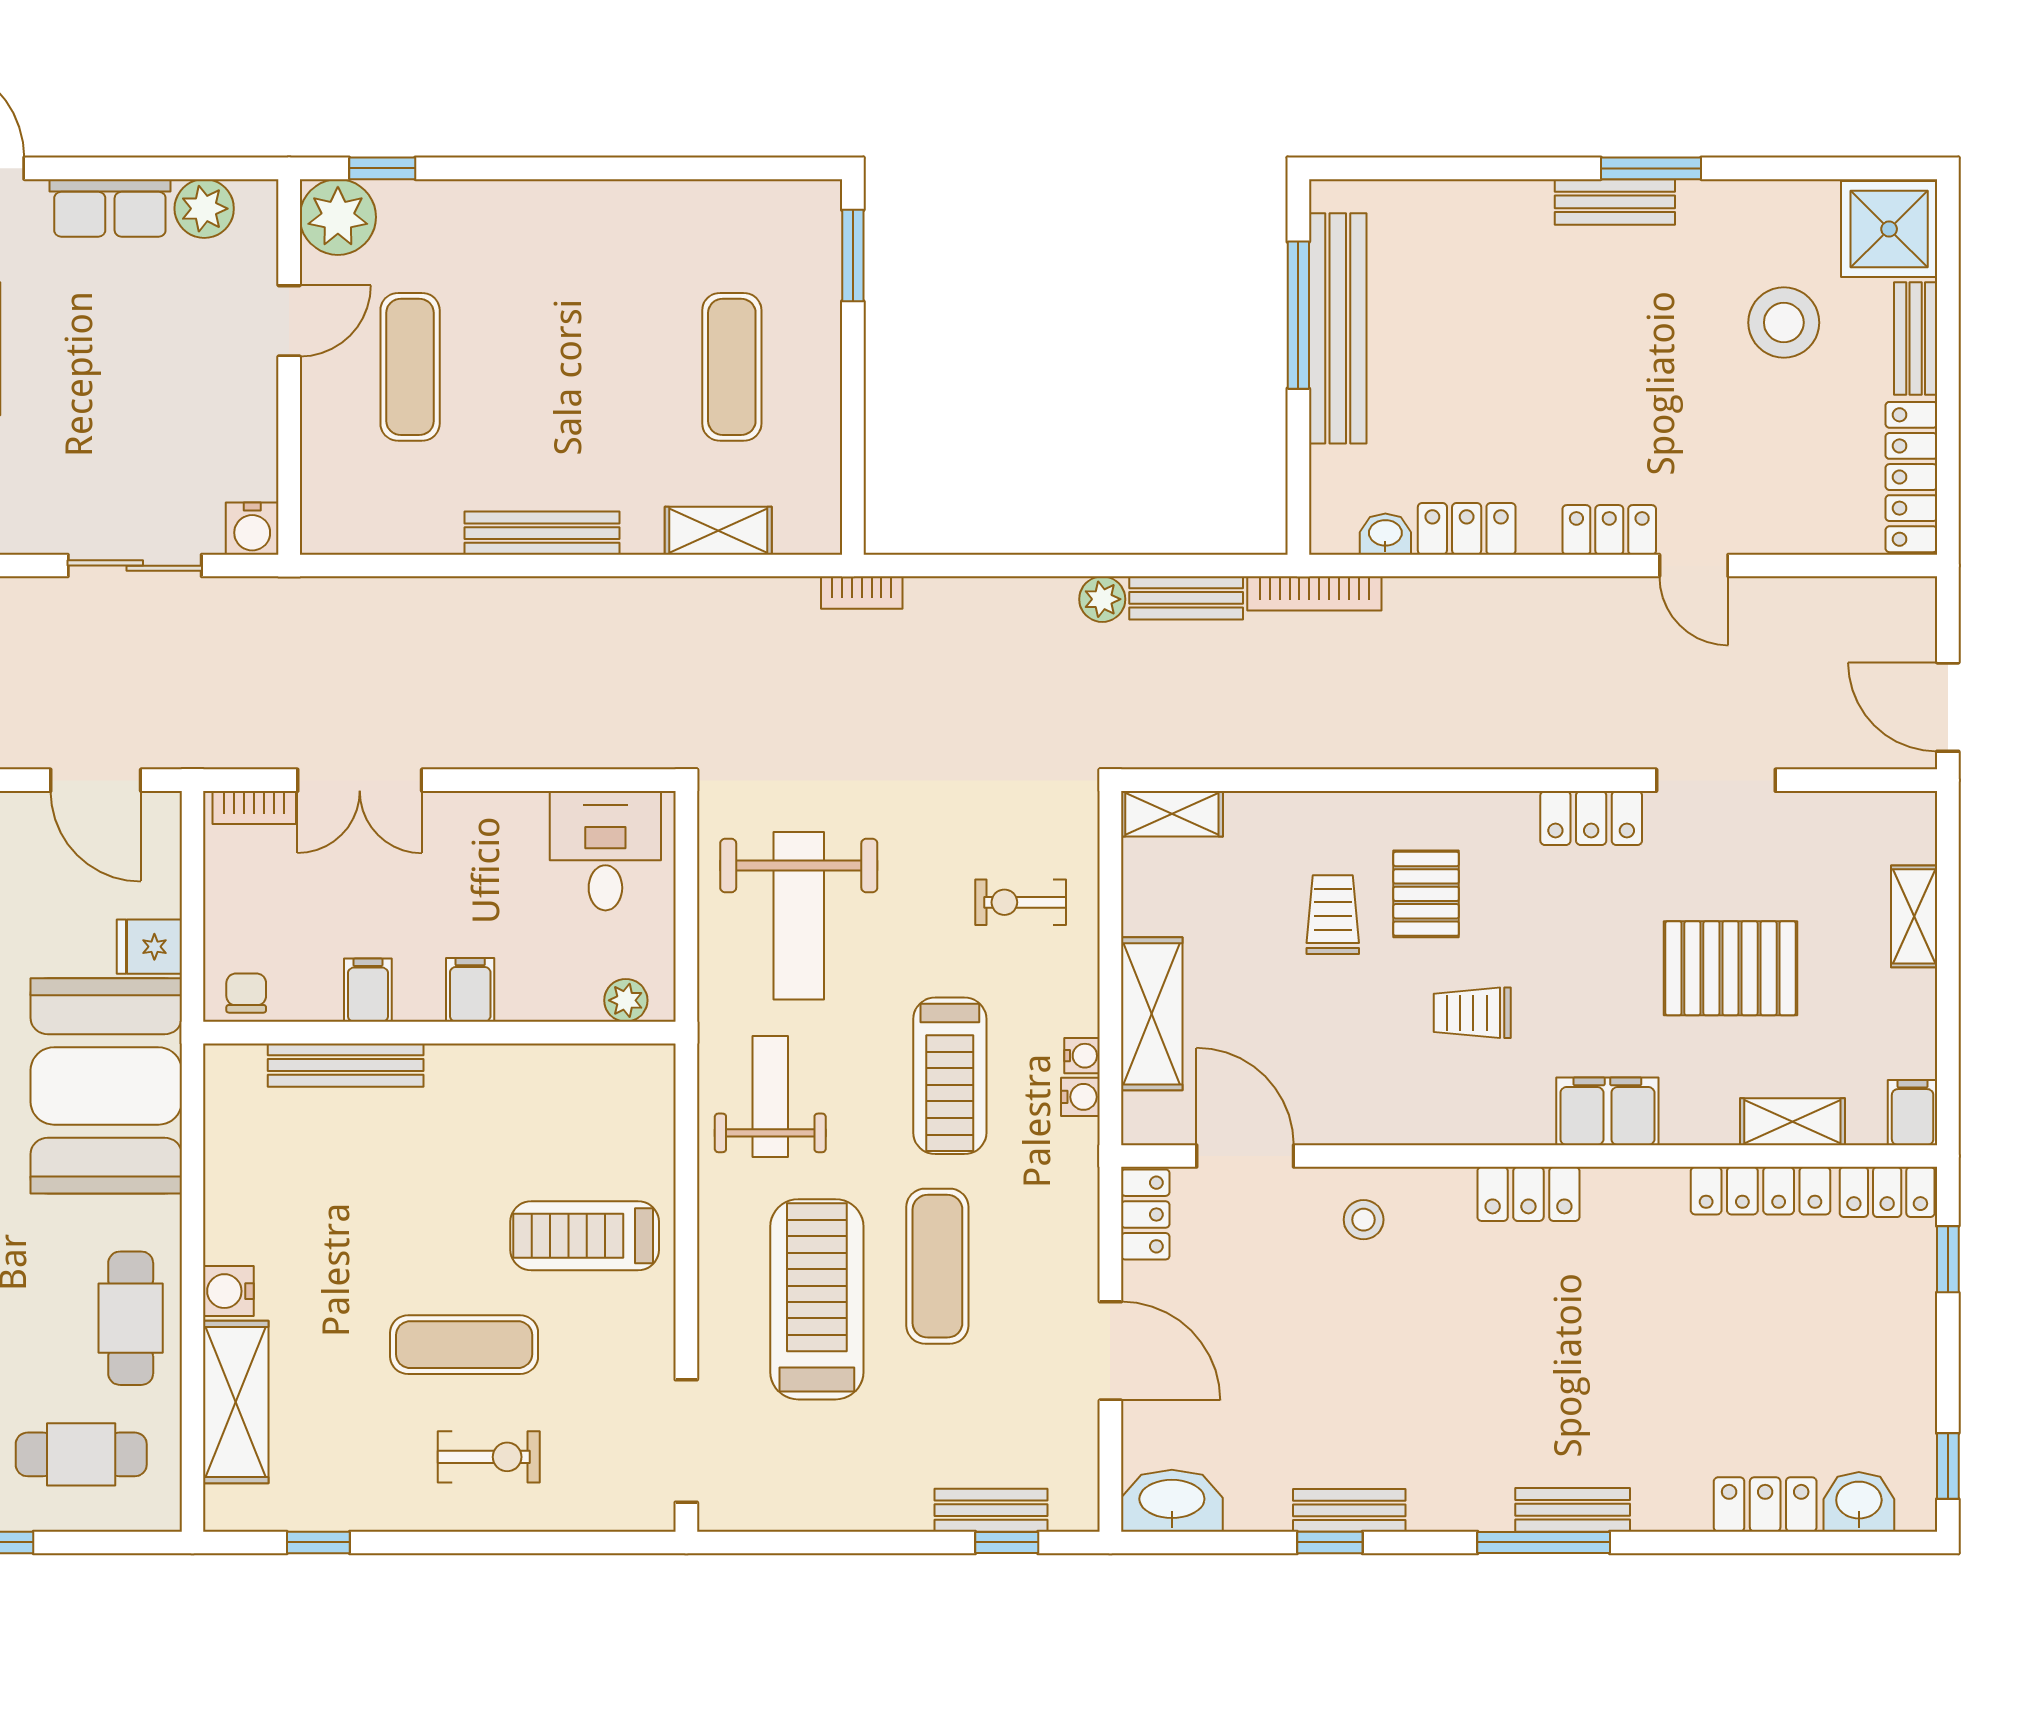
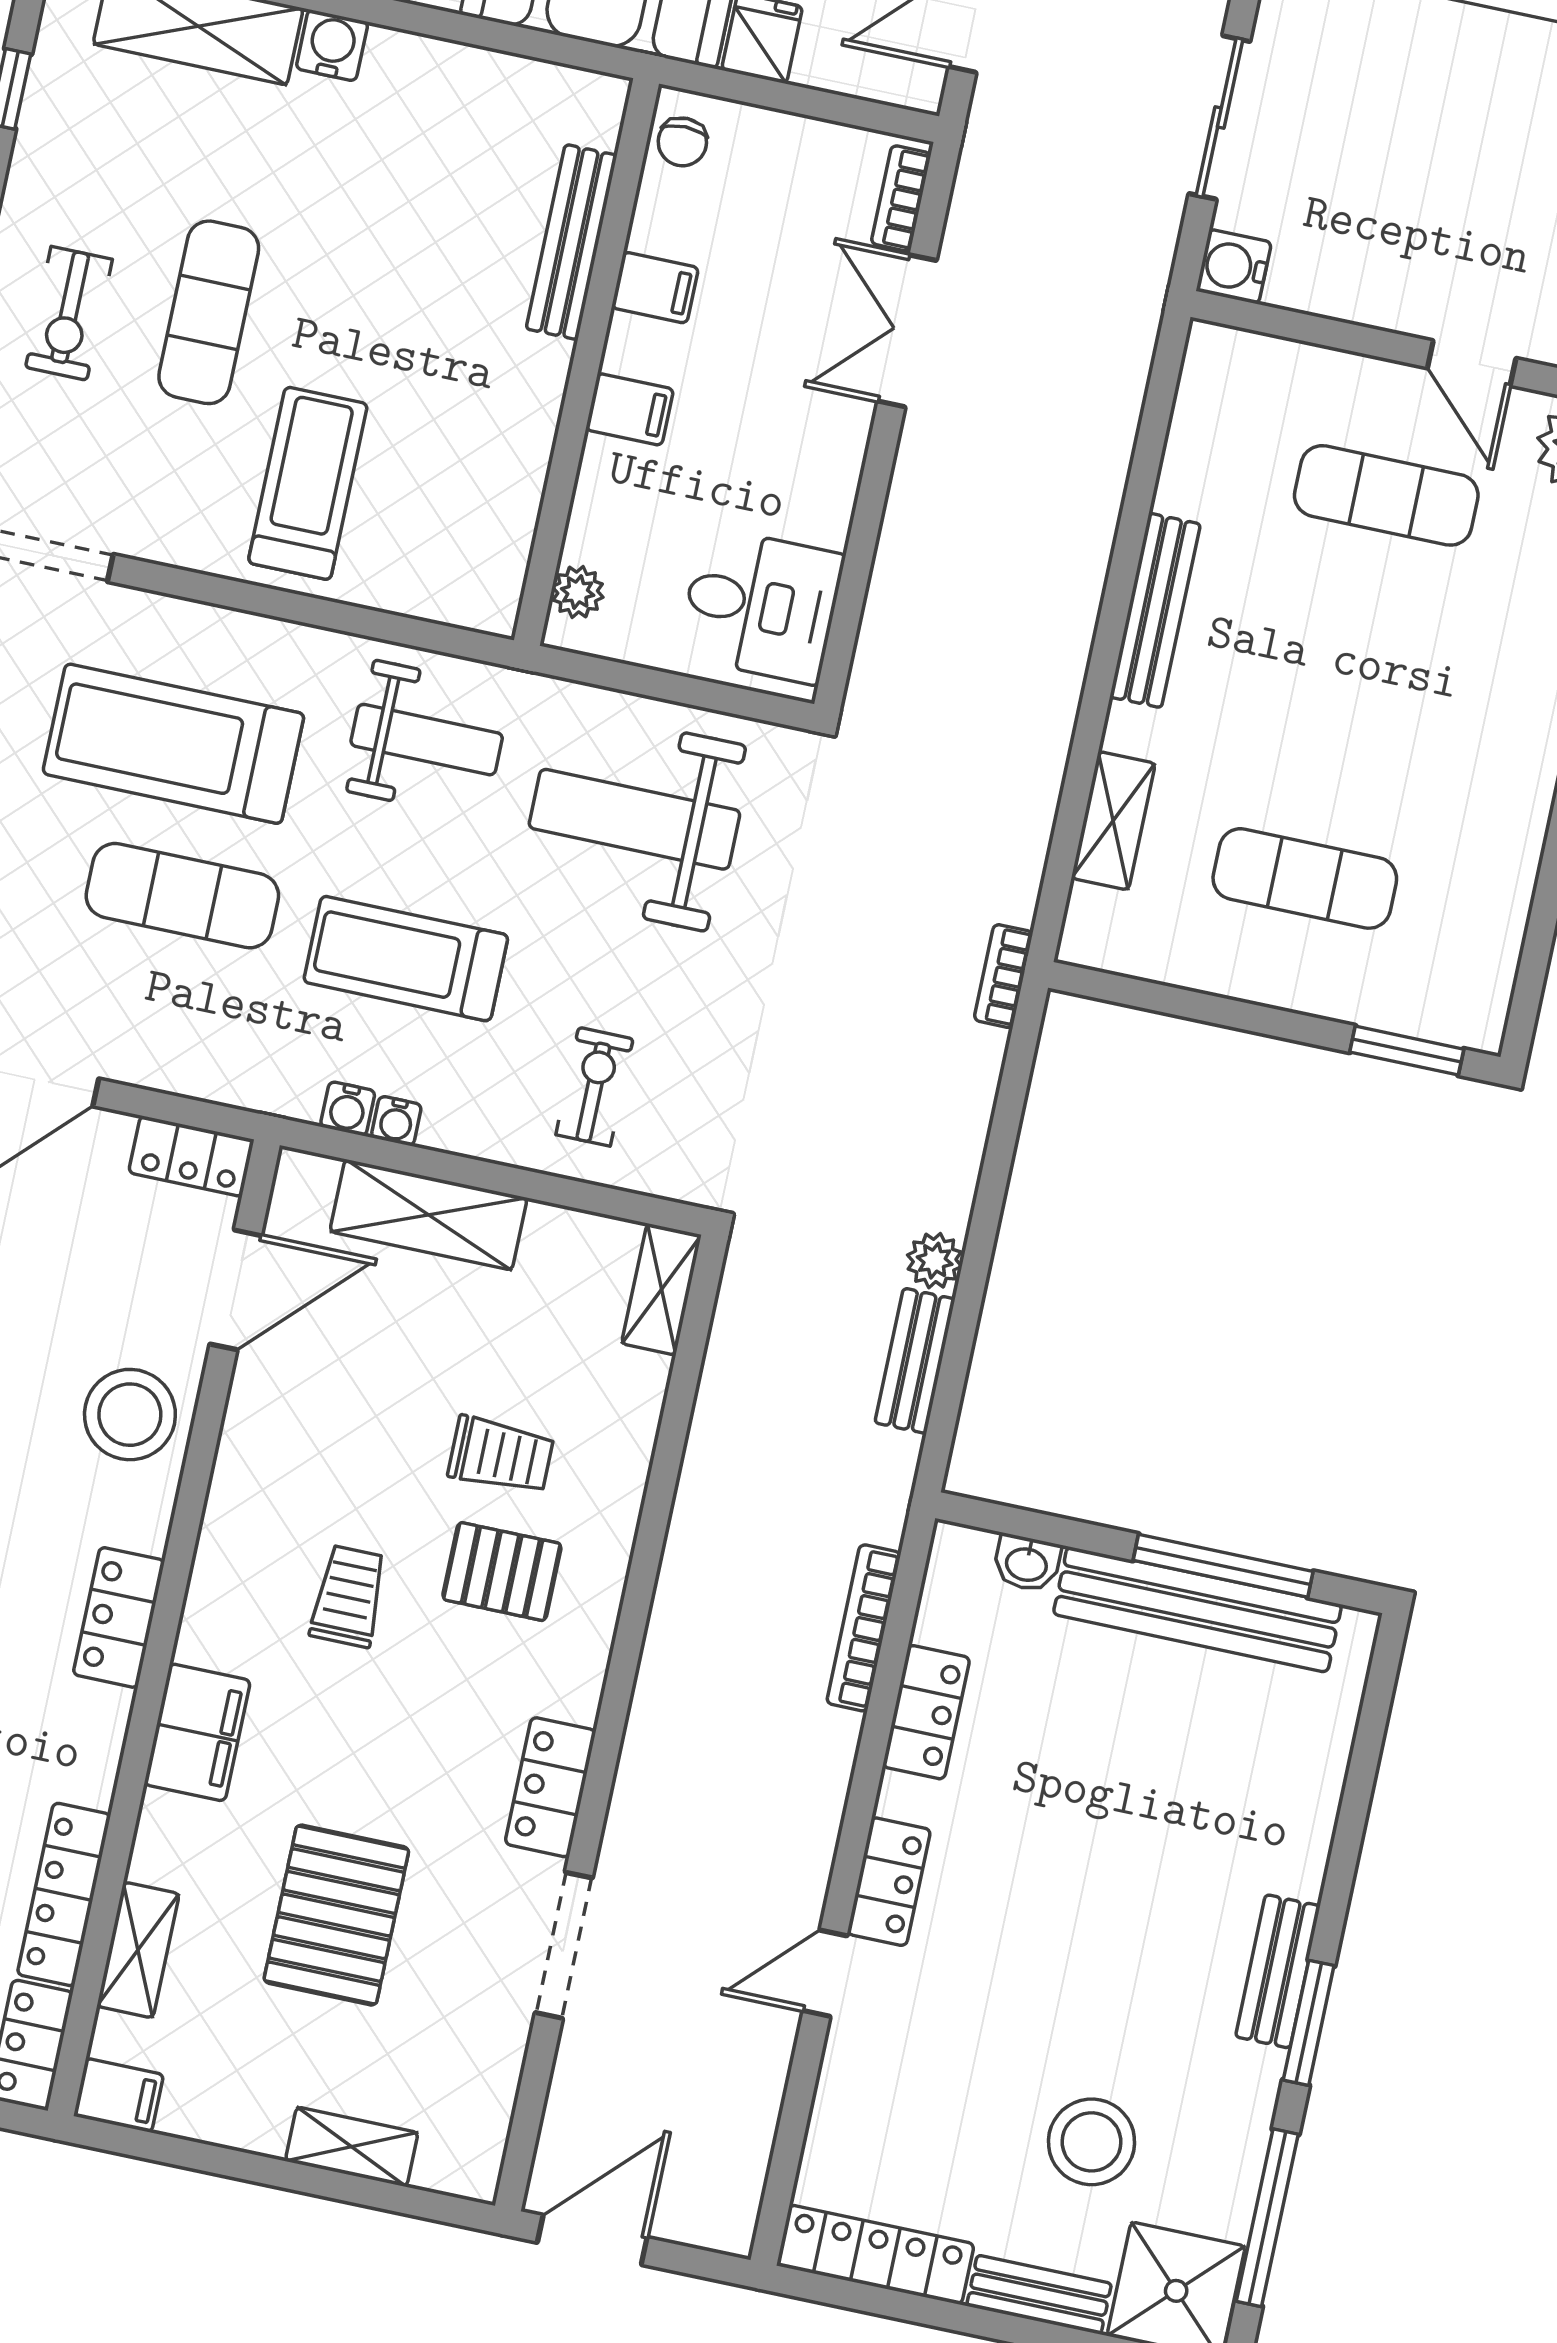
window: (1815, 168) -> (1267, 2218), added
washbasin: (1385, 534) -> (1027, 1563), moved, turned 90
bookcase: (1314, 593) -> (864, 1628), moved
chair: (246, 993) -> (682, 142), turned 90
stool: (1364, 1220) -> (130, 1415), width x1.89, depth x1.89
treadmill: (817, 1299) -> (173, 744), turned 180

